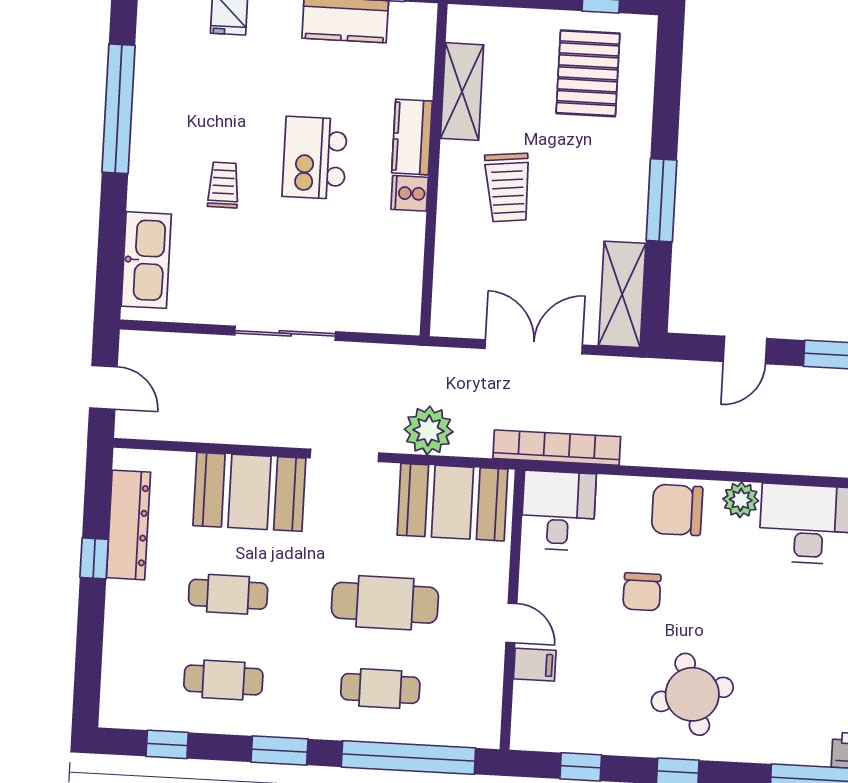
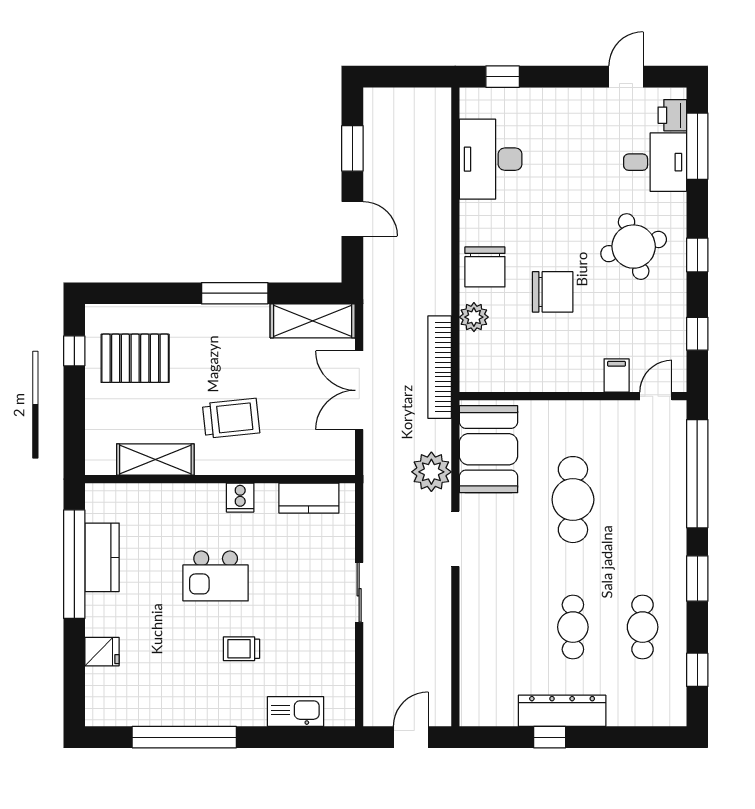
kitchen counter: (412, 137) -> (309, 498), moved
kitchen sink: (146, 260) -> (296, 712), width x0.73, depth x0.81
sliding door: (285, 333) -> (359, 592), width x0.73
booth: (249, 492) -> (489, 614), removed
plant: (741, 500) -> (474, 317), moved
desk: (558, 511) -> (655, 162), moved, turned 180
dresser: (128, 525) -> (562, 711), moved
chair: (642, 592) -> (553, 292), width x1.37, depth x1.37
door: (511, 623) -> (656, 396), moved
cafe table: (380, 688) -> (643, 500), removed

